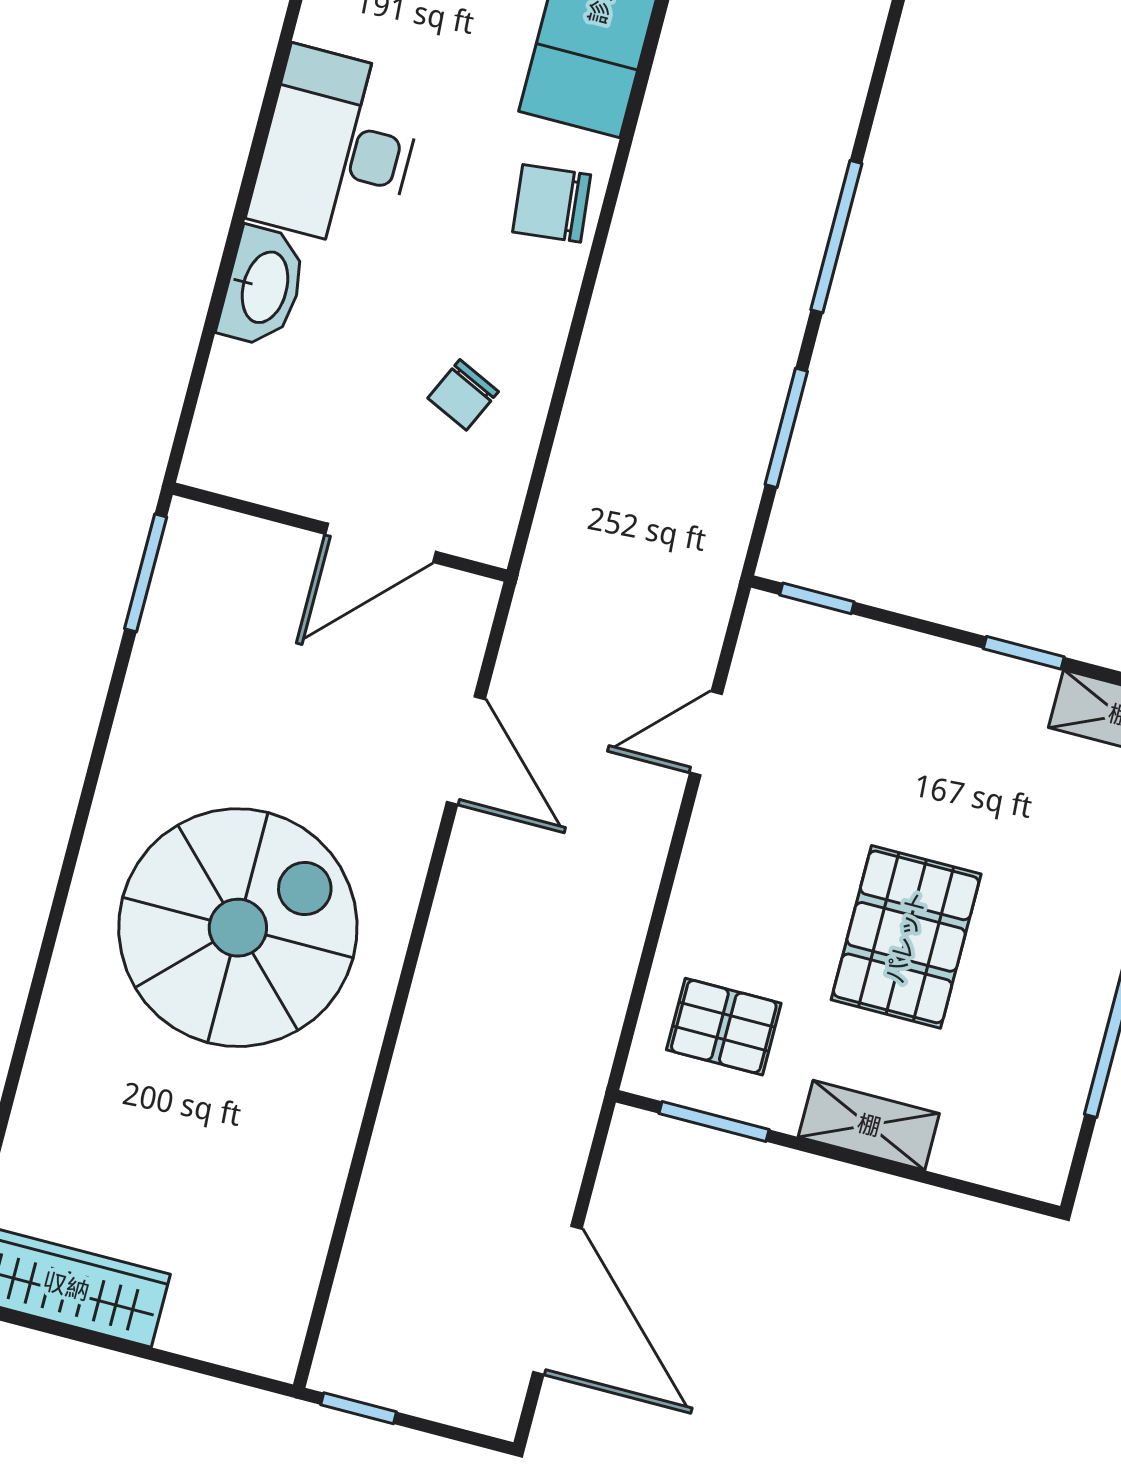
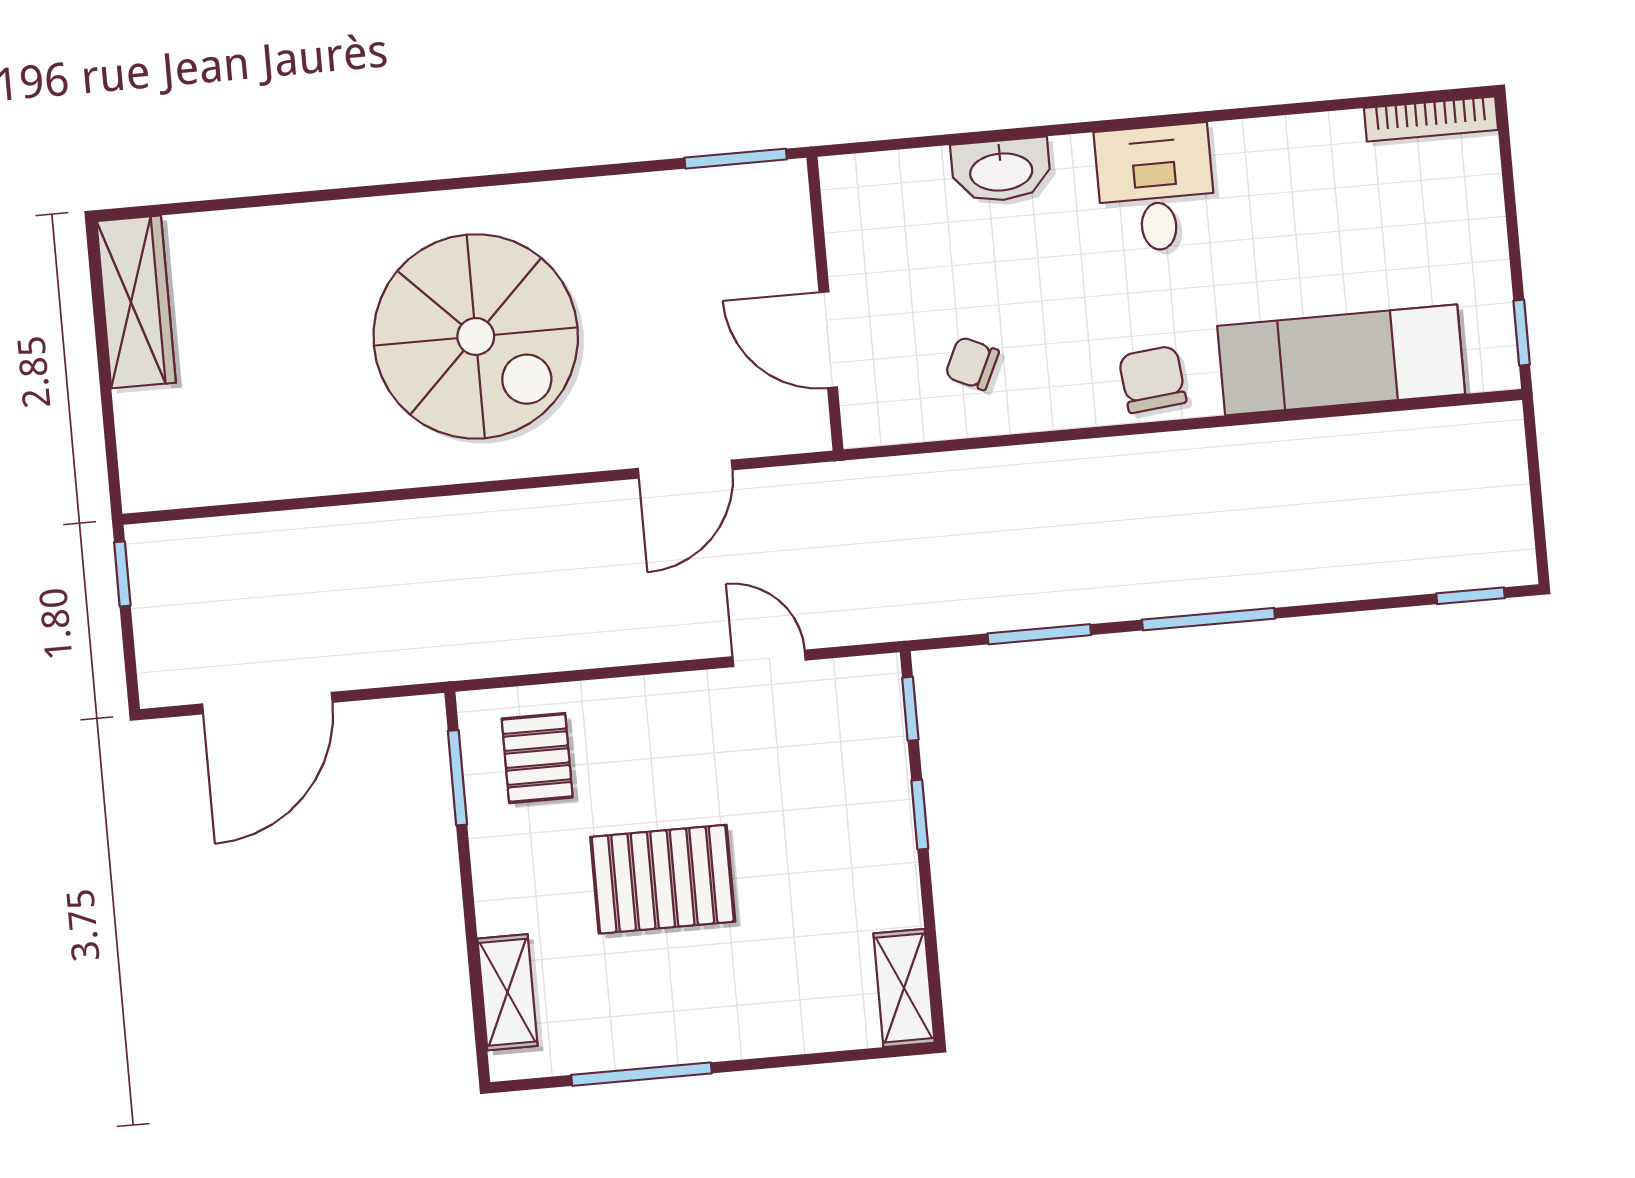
desk: (337, 148) -> (1156, 188), width x0.73
window: (1024, 653) -> (920, 815), moved
shelving: (869, 1125) -> (507, 992), moved

